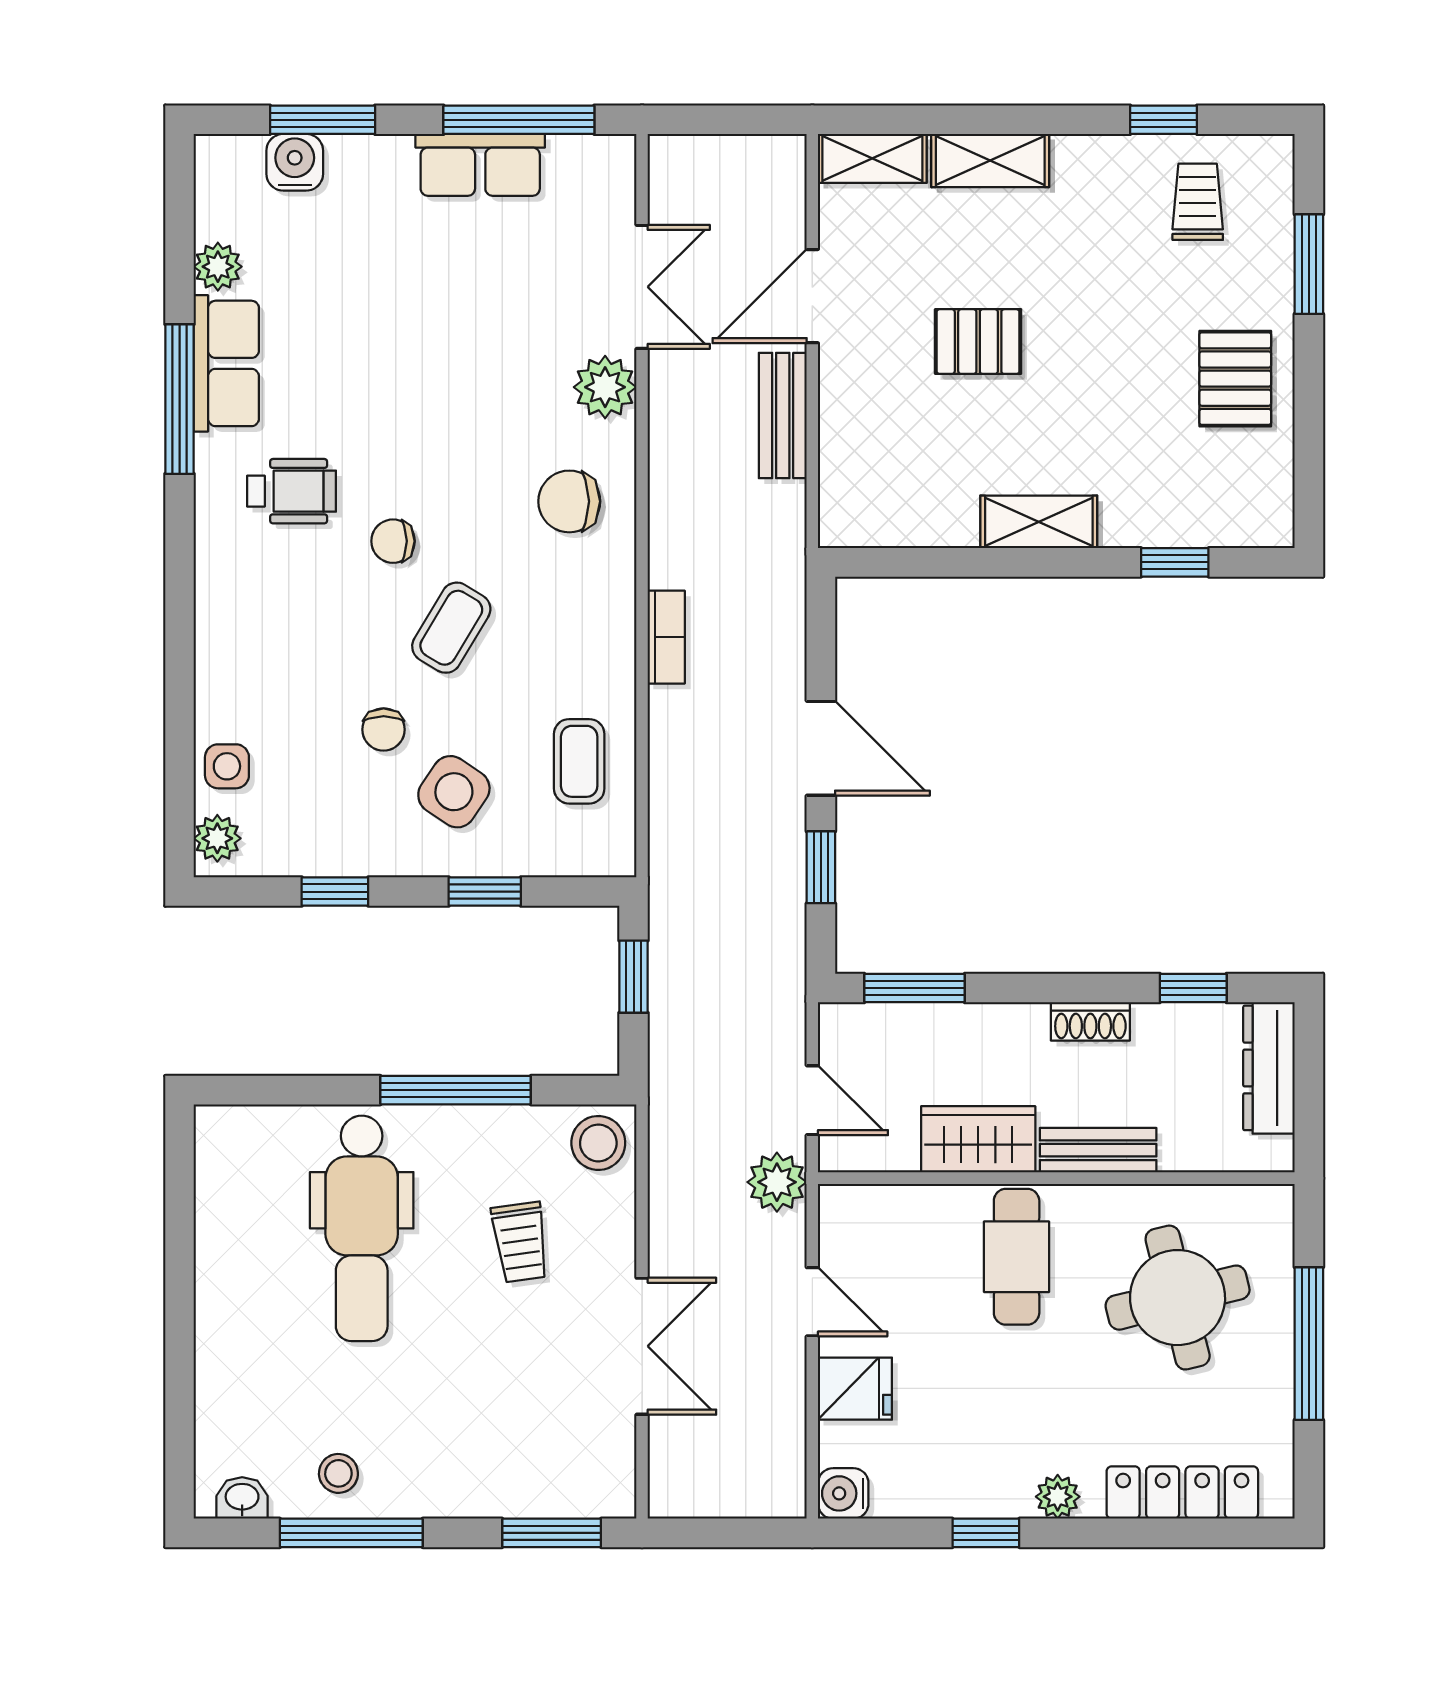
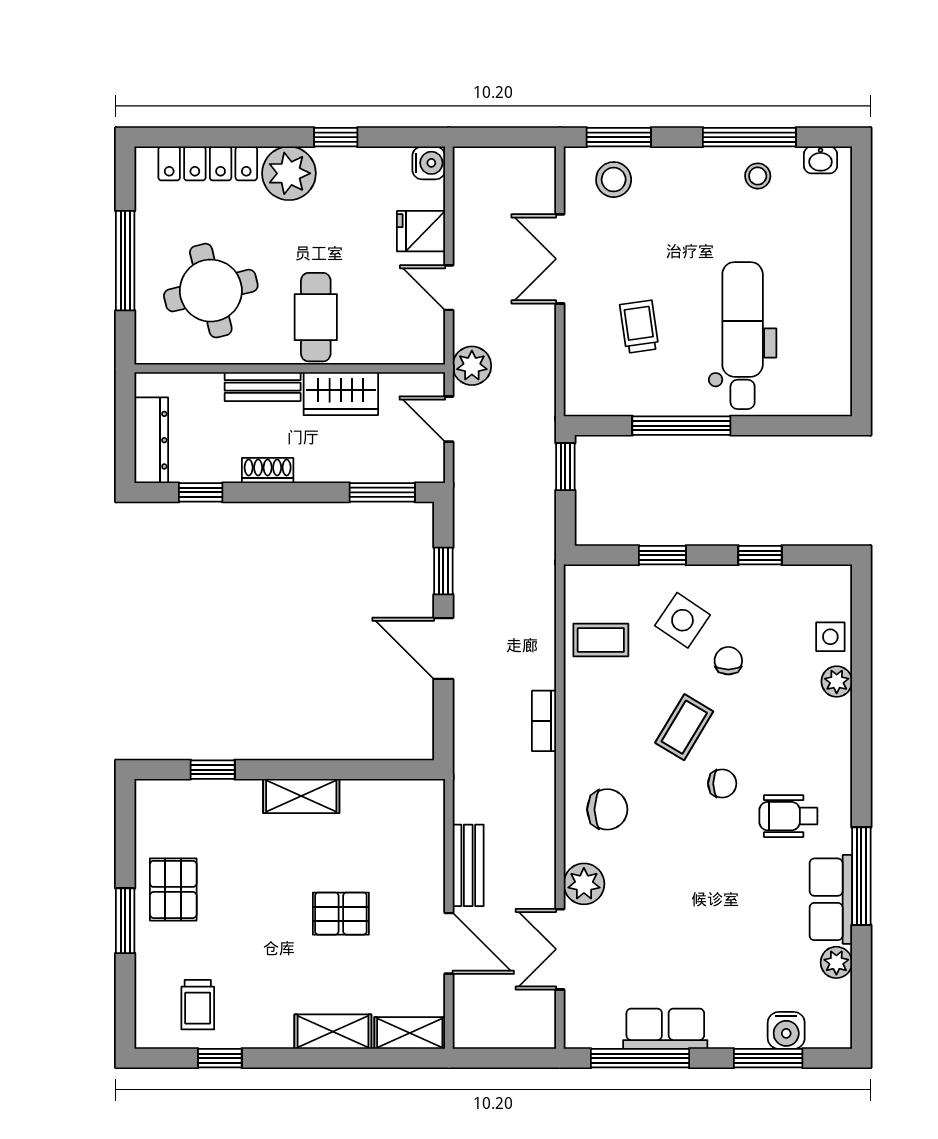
window: (1309, 264) -> (125, 921), moved
door: (812, 296) -> (449, 943), hinge flipped
coffee table: (579, 761) -> (601, 640), turned 90
plant: (217, 838) -> (837, 681), moved
window: (634, 977) -> (565, 467), moved
stool: (598, 1143) -> (614, 180), moved
plant: (1058, 1497) -> (289, 173), width x1.88, depth x1.88

